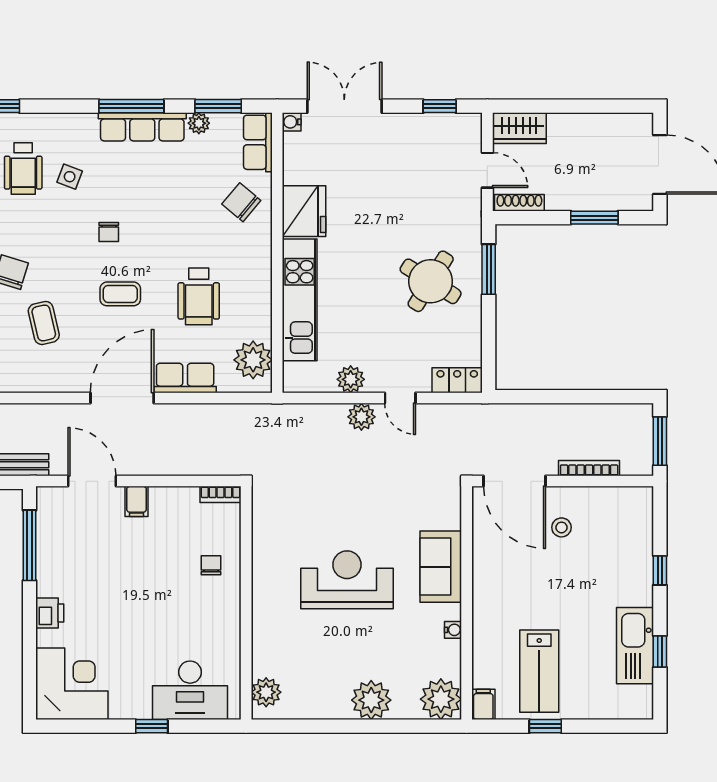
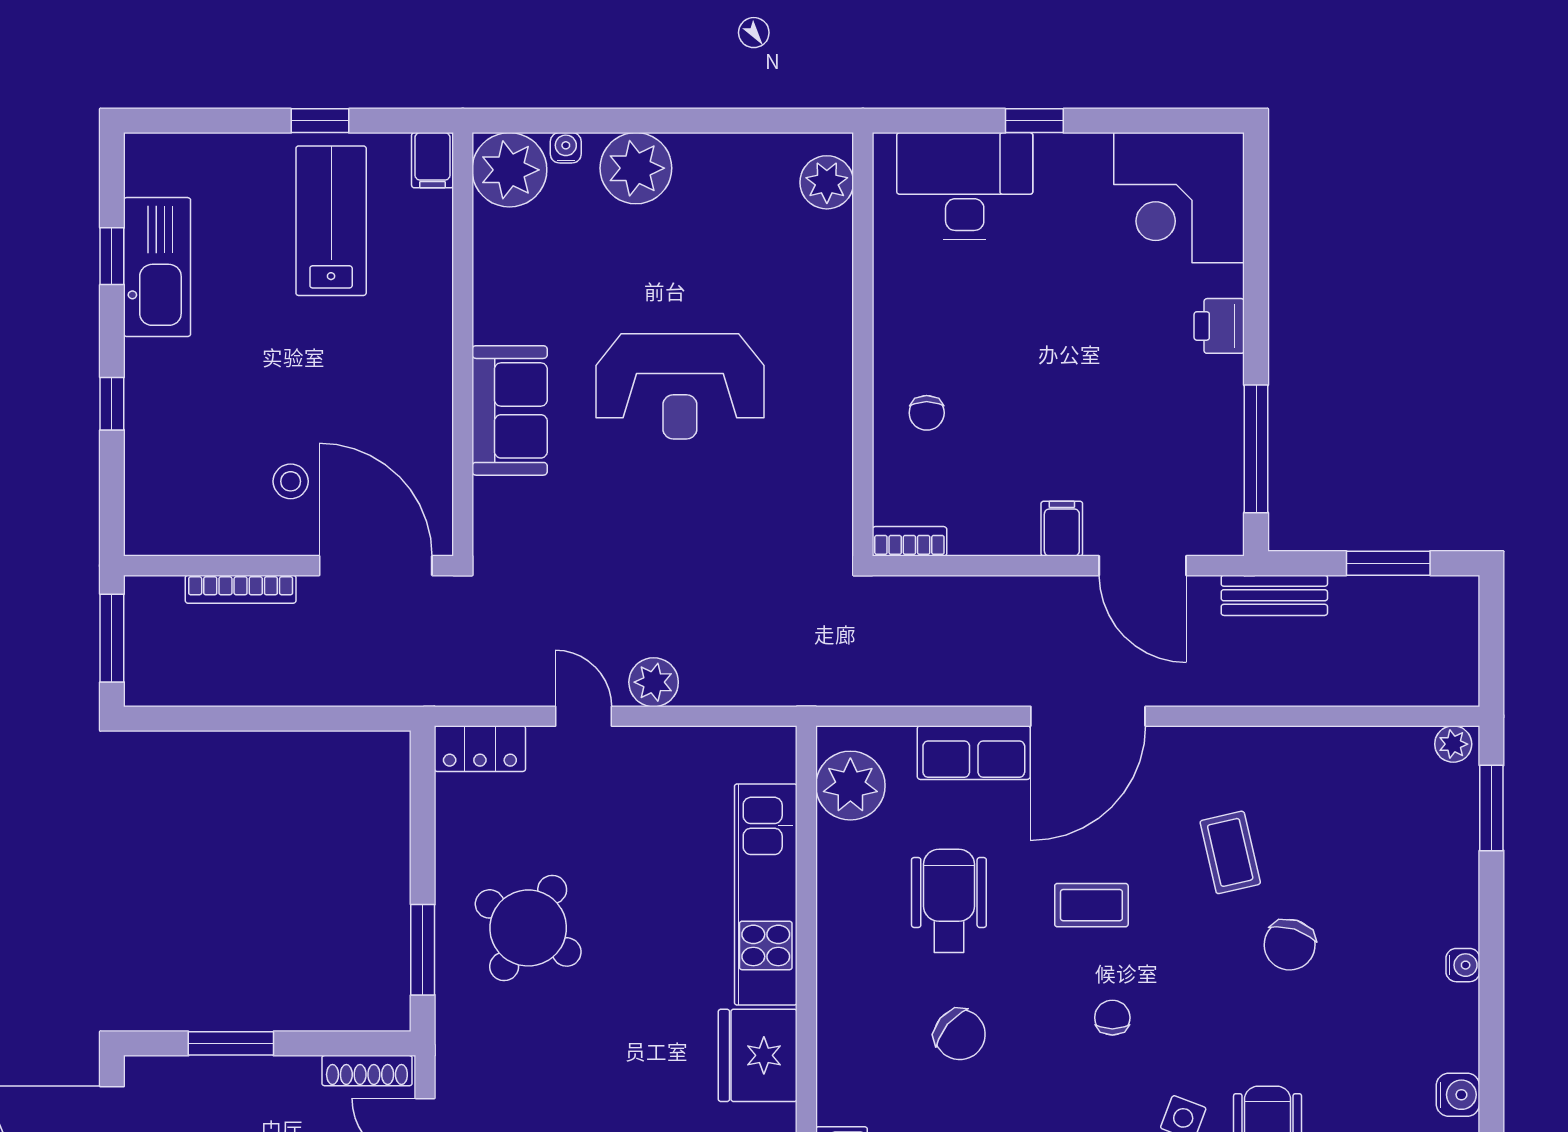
chair: (241, 202) -> (960, 1034), moved
plant: (351, 379) -> (673, 750), removed
water cooler: (453, 630) -> (566, 148), moved, turned 90

